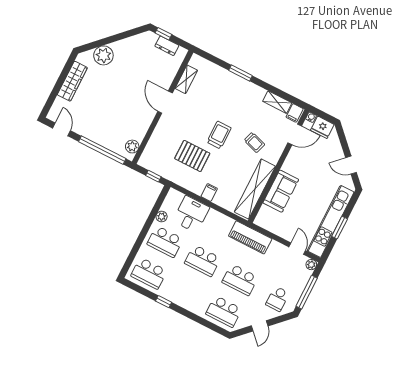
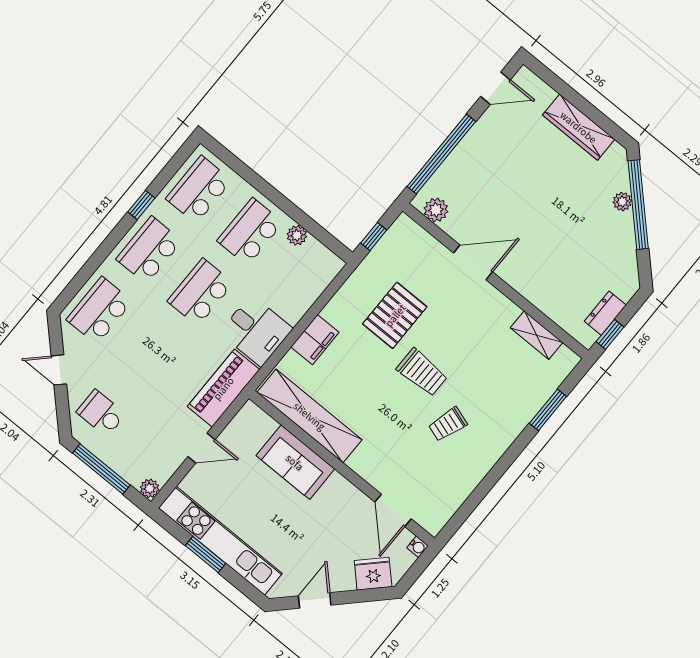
window: (163, 34) -> (610, 334), moved
window: (106, 41) -> (638, 205), added
plant: (103, 55) -> (622, 202), width x0.53, depth x0.53
window: (240, 73) -> (548, 410), moved
door: (165, 102) -> (473, 262), moved
shelving: (277, 102) -> (459, 491), removed
filing cabinet: (295, 113) -> (432, 519), removed
fridge: (322, 127) -> (373, 574), moved, turned 45
trolley: (254, 142) -> (448, 424), moved
filing cabinet: (209, 192) -> (315, 340), width x2.00
desk: (191, 214) -> (256, 331), moved
door: (297, 249) -> (201, 448), moved
school desk: (240, 280) -> (149, 250), moved

